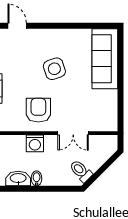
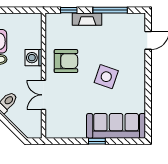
side table: (54, 69) -> (106, 77), turned 38
window: (121, 78) -> (97, 141), added

